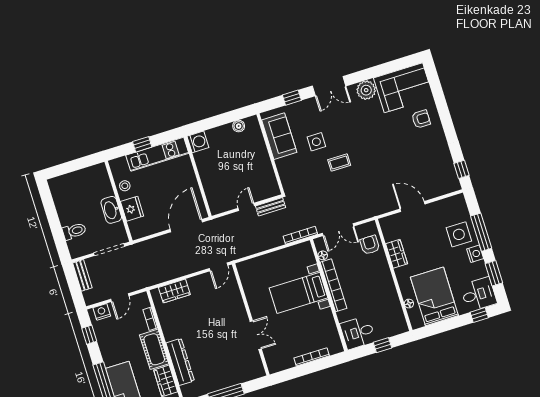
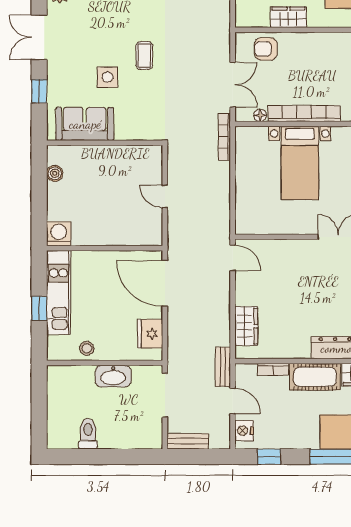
double door: (329, 86) -> (39, 37), swing flipped
bench: (271, 207) -> (223, 367), moved
fridge: (132, 209) -> (150, 334), moved, turned -90
toilet: (74, 231) -> (88, 434), moved

